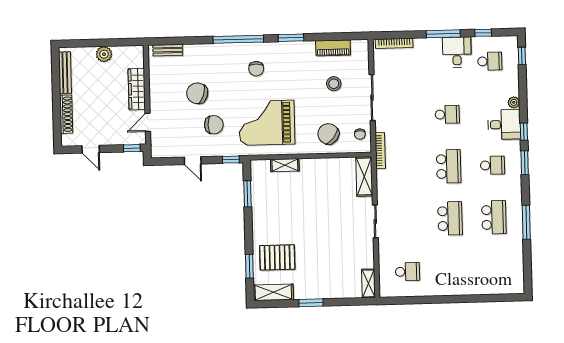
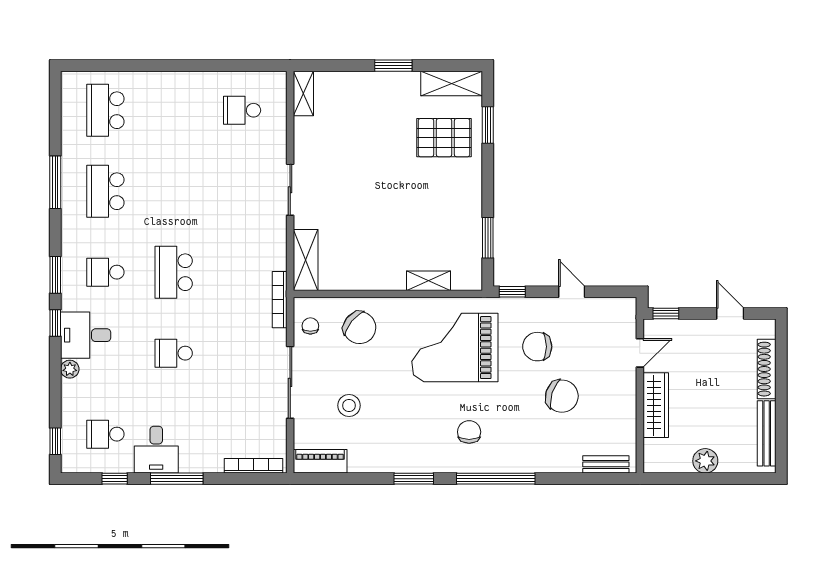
piano: (333, 48) -> (320, 461), moved
grand piano: (267, 123) -> (455, 348), turned 180
school desk: (450, 218) -> (105, 110), moved

